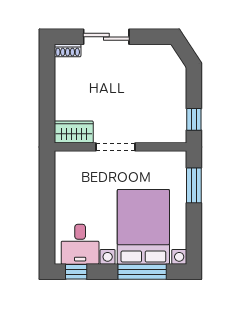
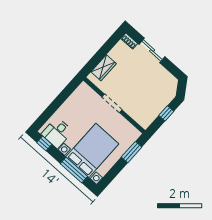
window: (194, 119) -> (166, 113), moved
wardrobe: (74, 132) -> (104, 68), moved, turned 90

